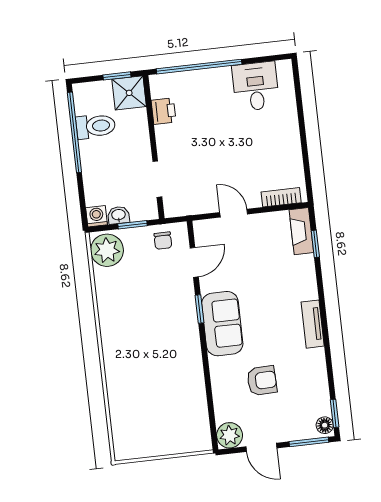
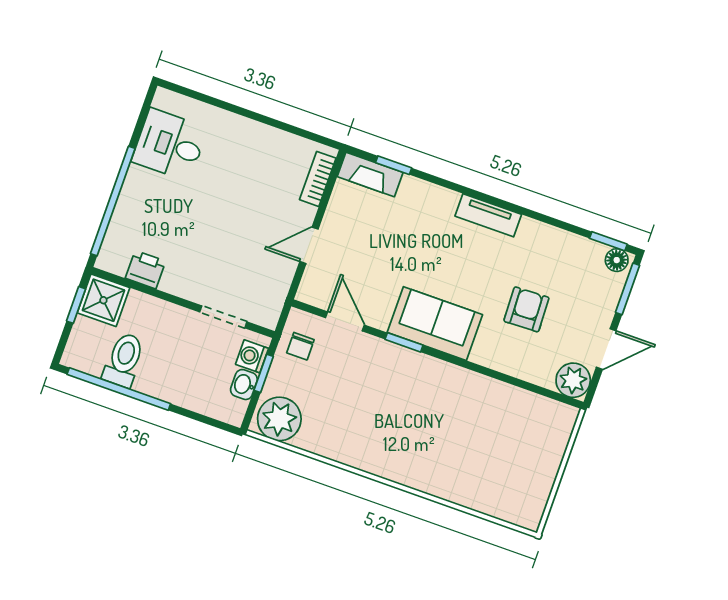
washing machine: (97, 216) -> (252, 356), moved
chair: (163, 241) -> (300, 346), turned 90

